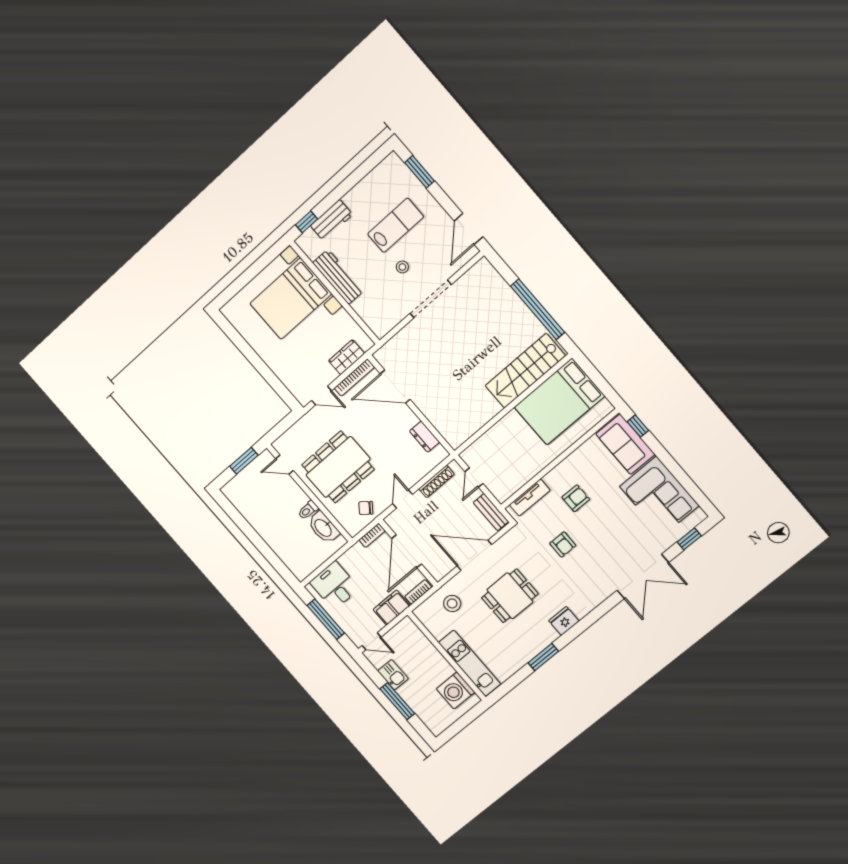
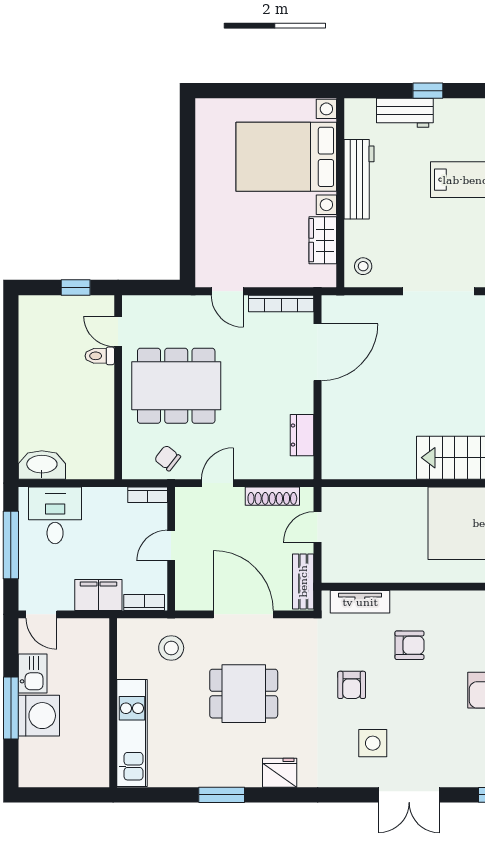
window: (307, 222) -> (428, 91), moved
stool: (402, 267) -> (363, 266), moved
wardrobe: (347, 357) -> (323, 240), moved, turned -90
door: (395, 387) -> (318, 352), swing flipped
window: (244, 461) -> (76, 287), width x0.67
toilet: (308, 510) -> (100, 356), moved
washbasin: (323, 528) -> (42, 465), moved, turned 90
door: (407, 551) -> (171, 546), width x0.53
side table: (600, 565) -> (373, 743), added
double door: (643, 576) -> (409, 795), width x0.73
washing machine: (455, 691) -> (39, 716), moved, turned 180

